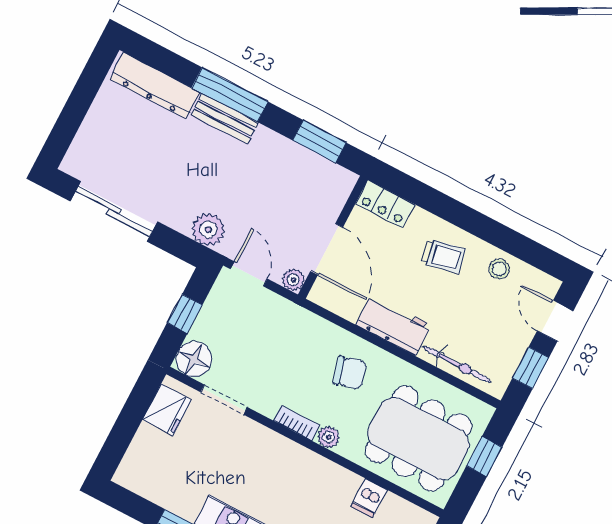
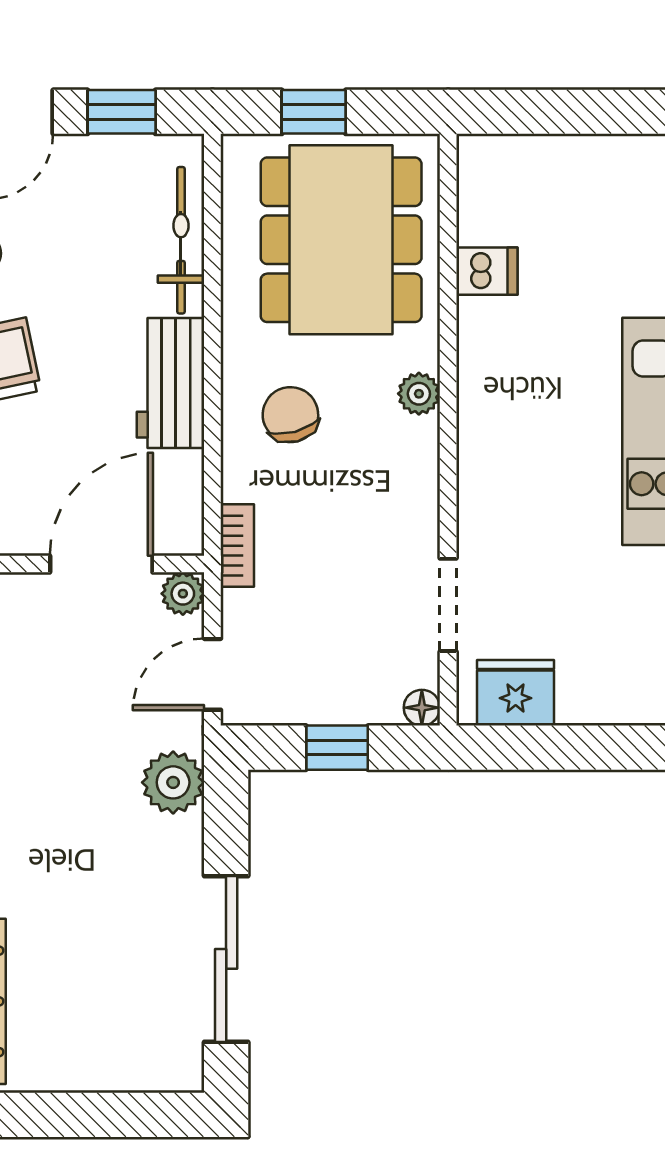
floor lamp: (194, 359) -> (422, 708), width x0.53, depth x0.53
bookcase: (297, 423) -> (237, 546), moved, turned 180

